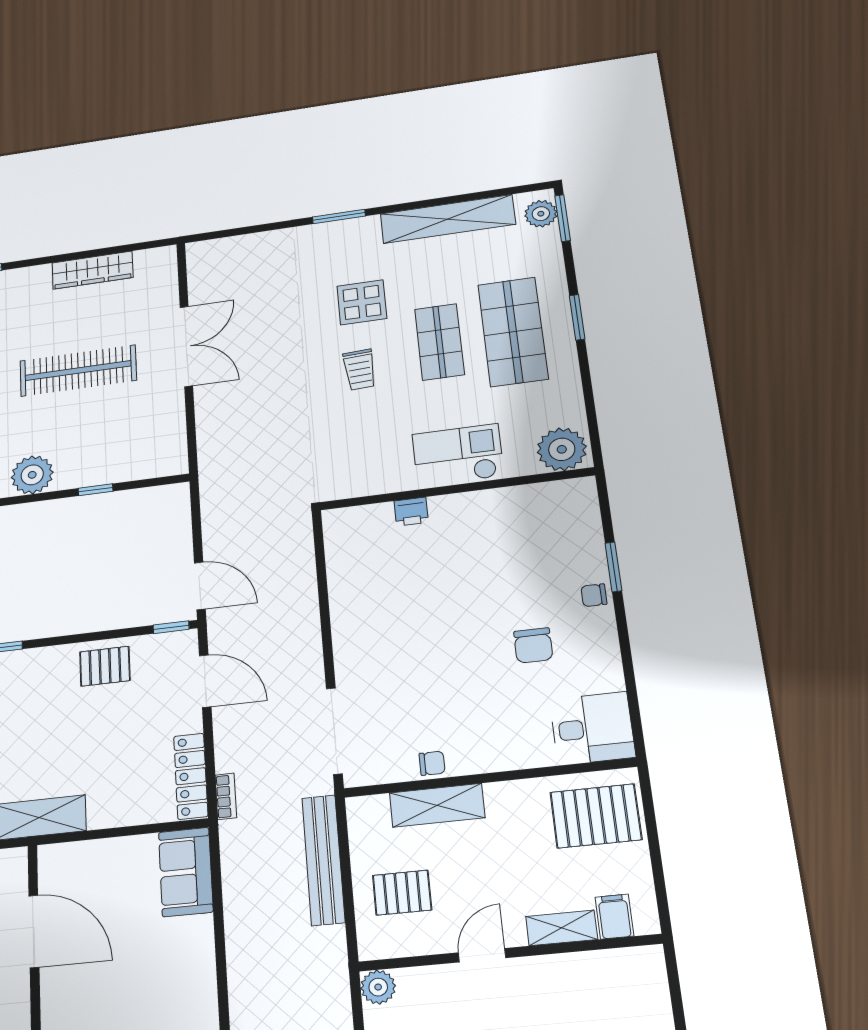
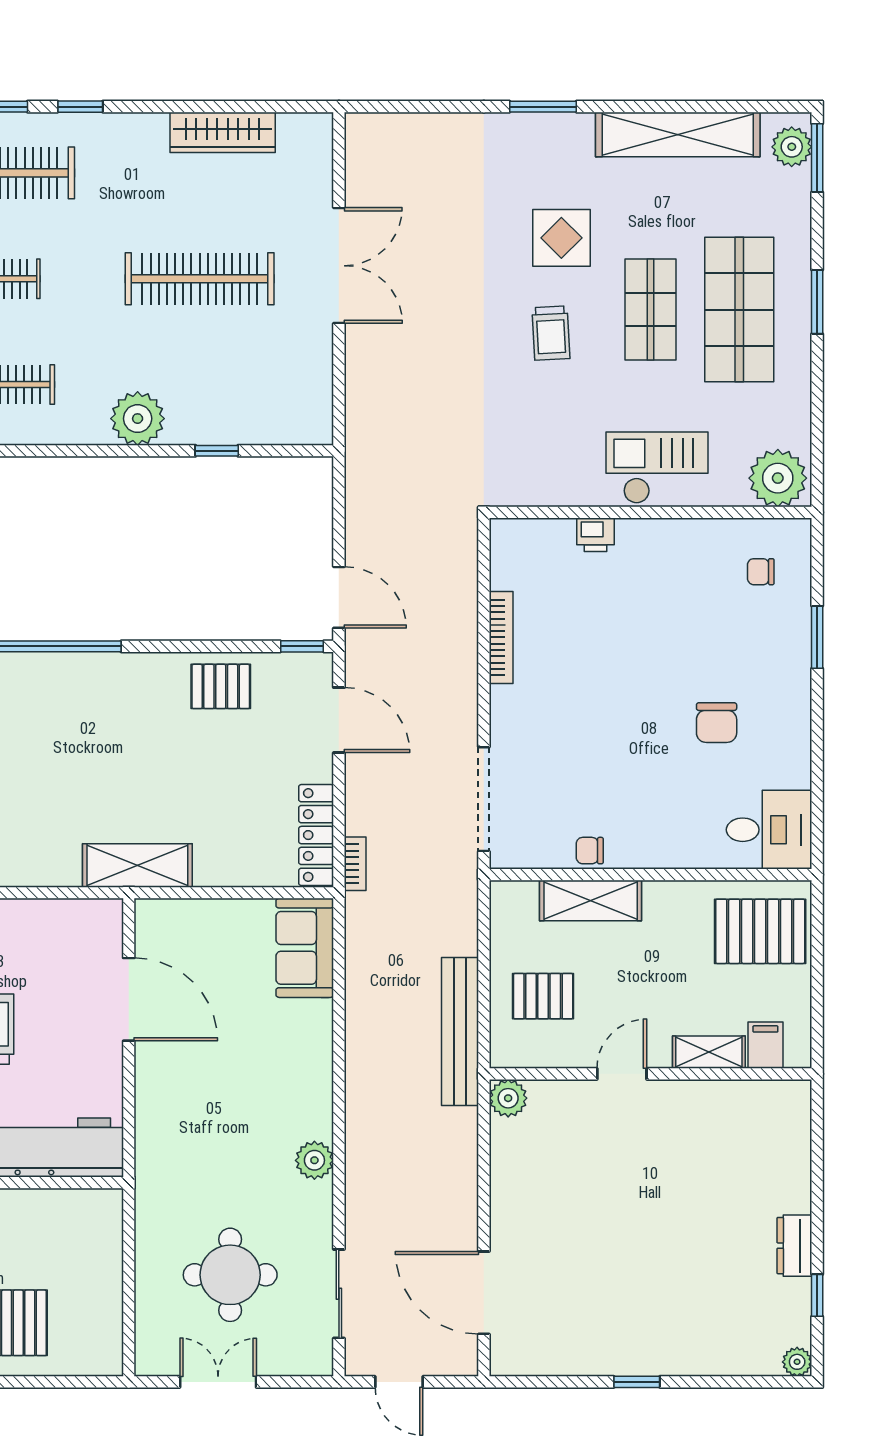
chair: (594, 595) -> (761, 572), moved
bookcase: (338, 600) -> (501, 637), added
chair: (432, 763) -> (590, 851), turned 180
bench: (323, 860) -> (460, 1031), moved

